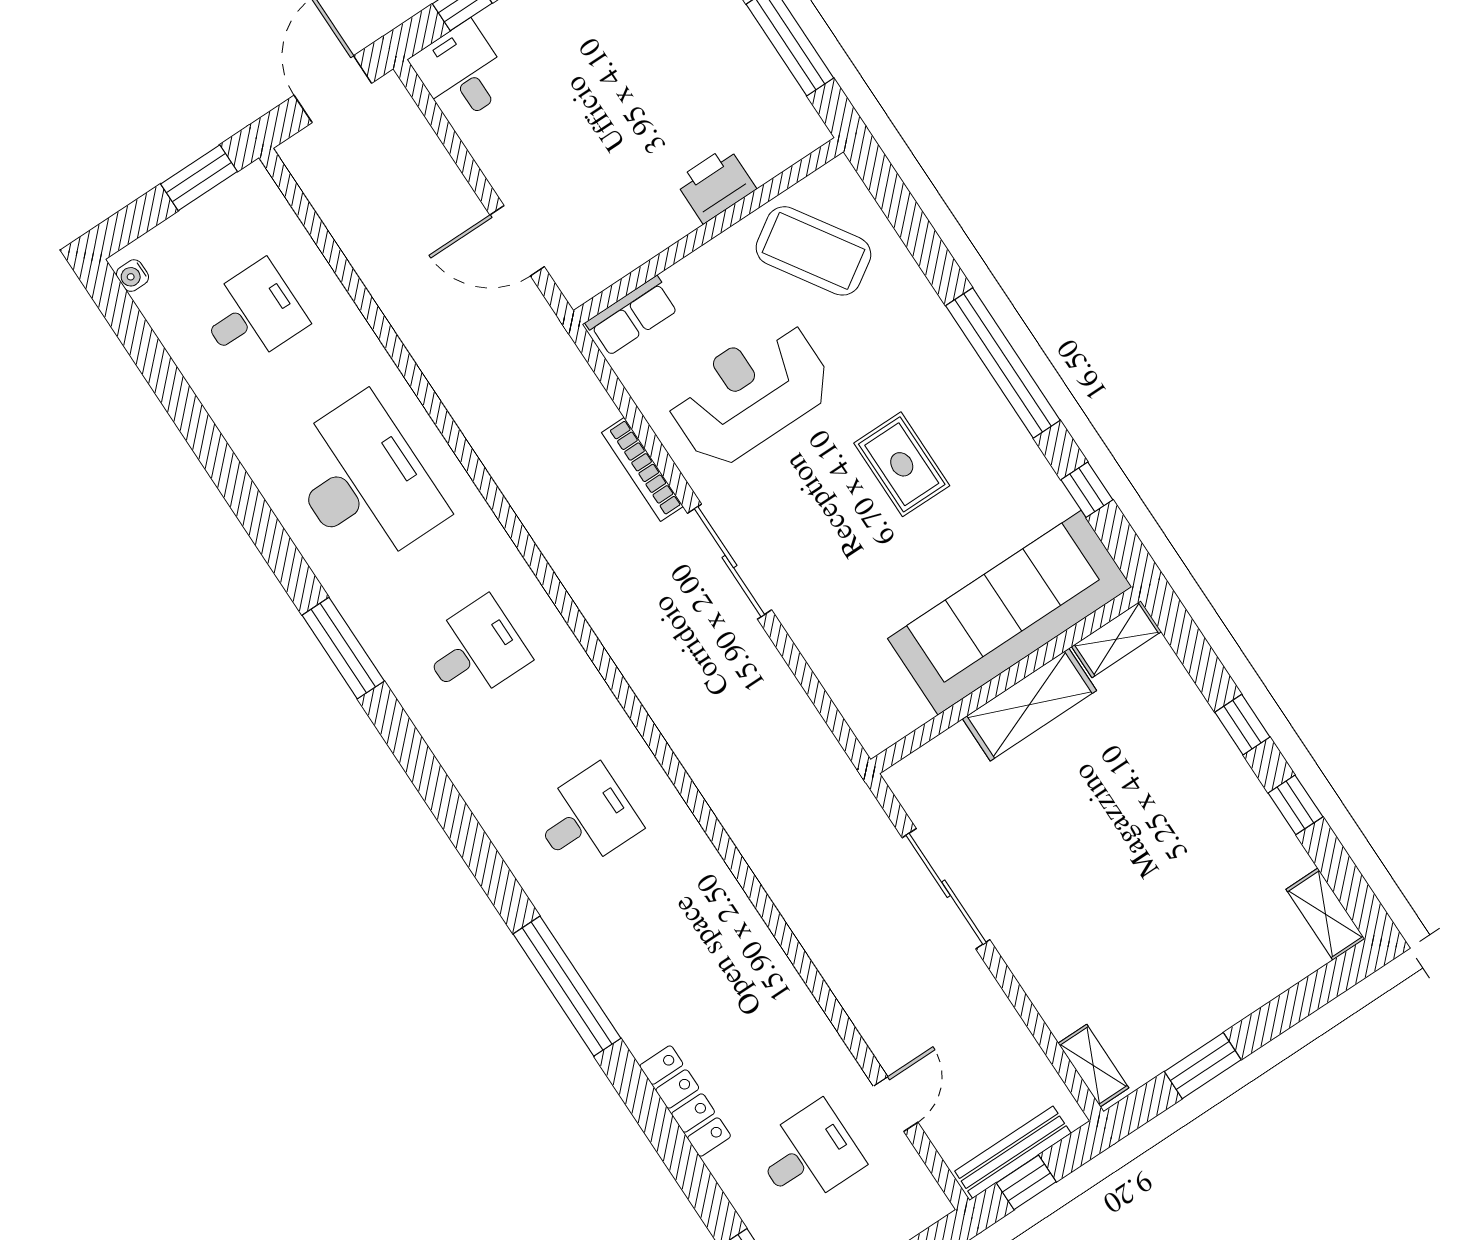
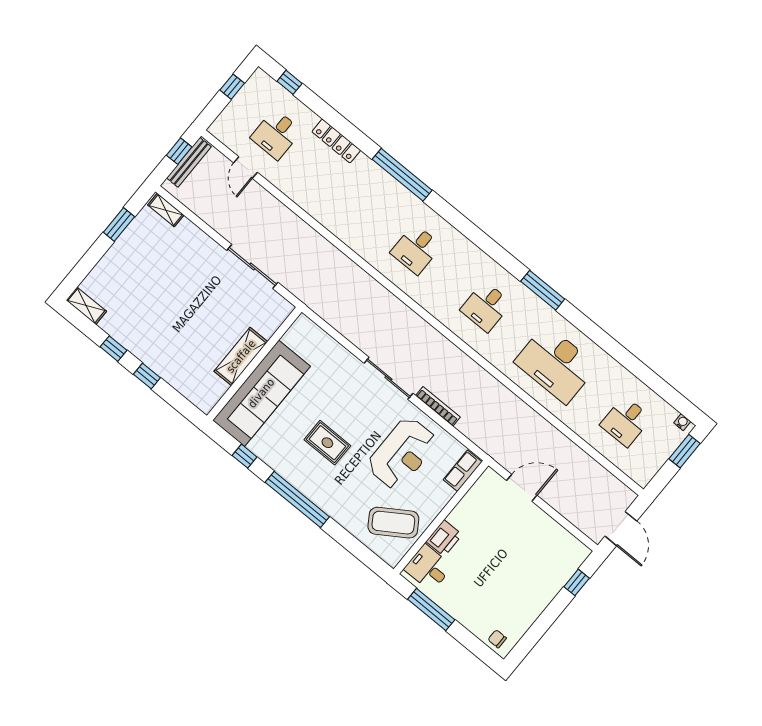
desk: (462, 73) -> (428, 568), moved, turned 180
window: (199, 178) -> (684, 451), moved
shelving: (1116, 639) -> (212, 396), removed

